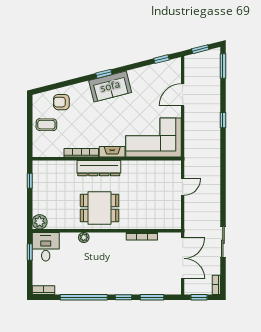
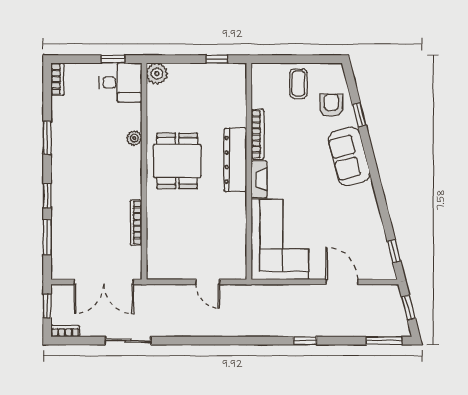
window: (104, 74) -> (359, 115), moved
sofa: (110, 86) -> (349, 157), moved
window: (84, 297) -> (47, 138), width x0.47

